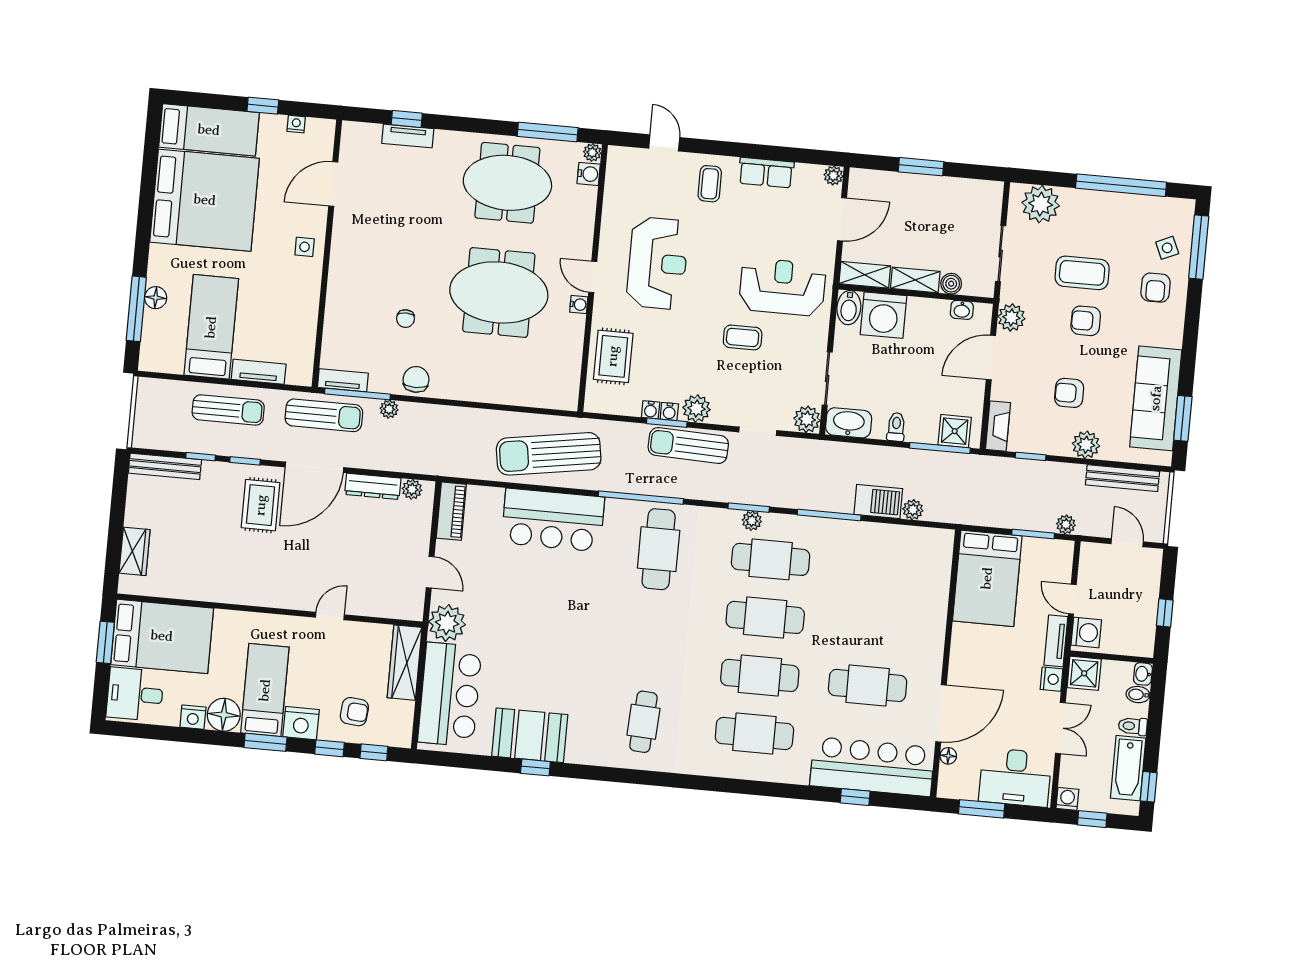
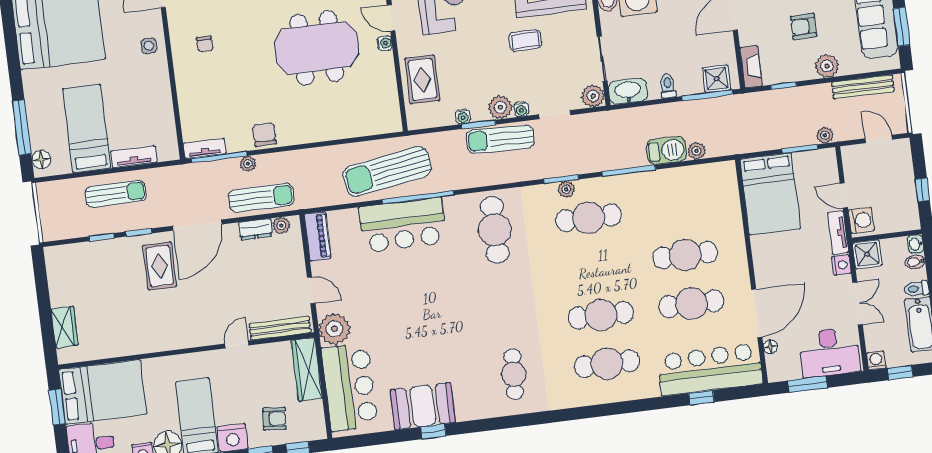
floor lamp: (156, 298) -> (41, 160), moved
chair: (406, 319) -> (205, 44), moved
water cooler: (669, 412) -> (521, 109), moved
sun lounger: (324, 415) -> (261, 198), moved
bench: (165, 466) -> (280, 328), moved
dresser: (373, 486) -> (255, 229), width x0.70
window: (641, 498) -> (418, 197), moved
cafe table: (765, 617) -> (685, 255), moved

